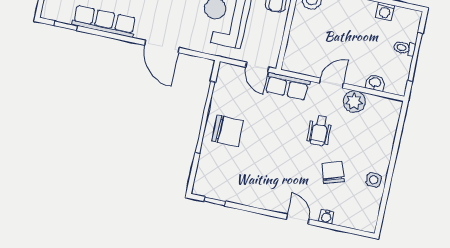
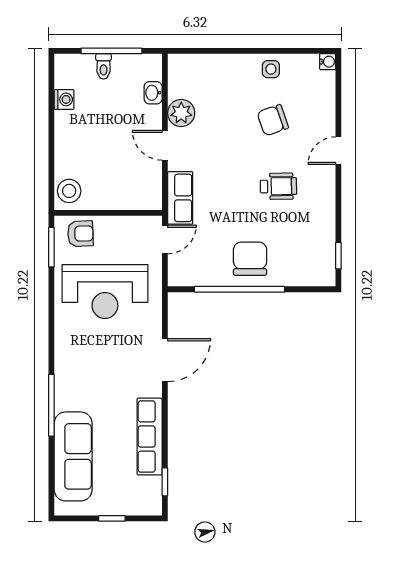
wheelchair: (319, 131) -> (278, 186), moved
water cooler: (326, 217) -> (328, 62), moved

